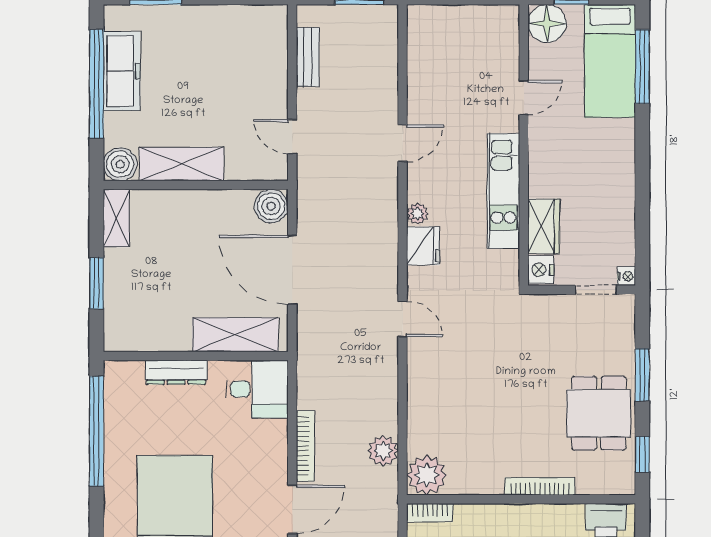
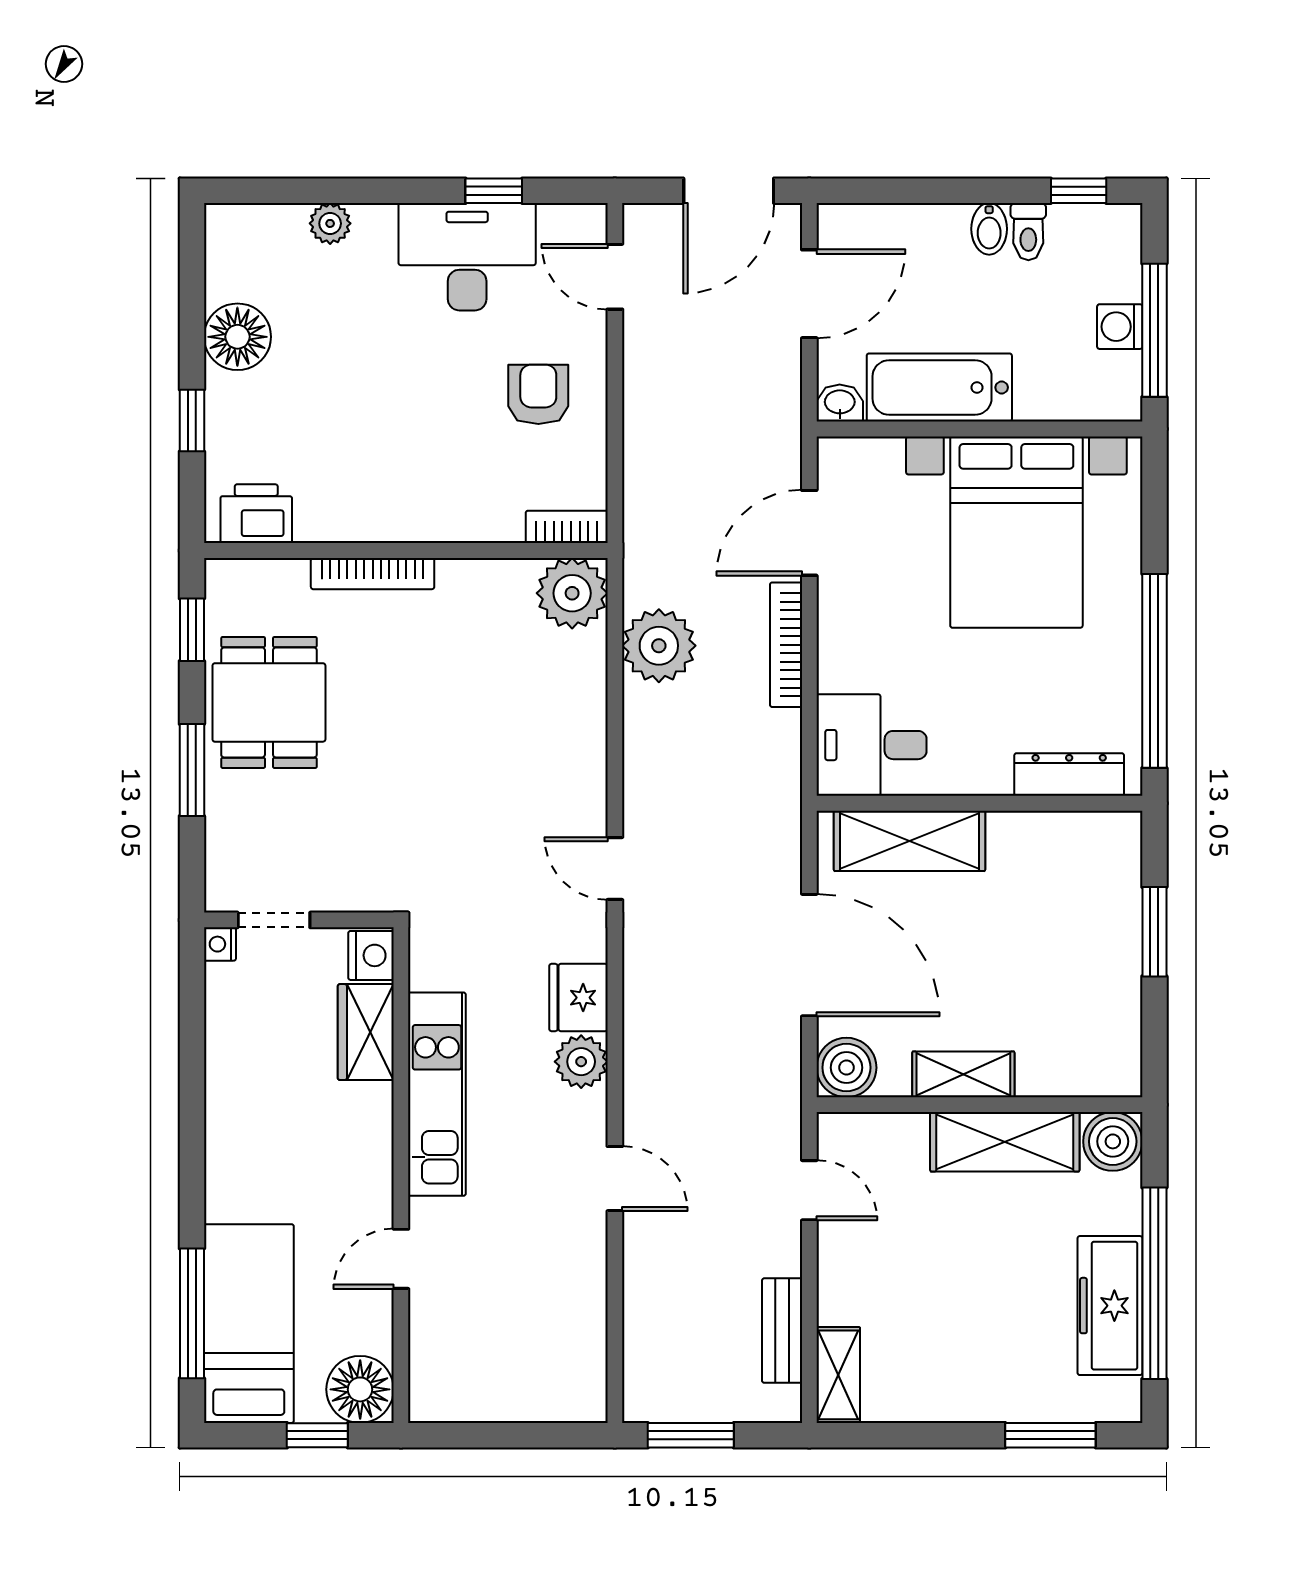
shelving: (276, 32) -> (838, 1375), added
door: (403, 143) -> (615, 1179), swing flipped
plant: (418, 214) -> (581, 1062), width x1.38, depth x1.38
shelving: (116, 218) -> (963, 1074), moved, turned 90
dresser: (176, 372) -> (1069, 775), moved
plant: (383, 451) -> (659, 646), width x1.36, depth x1.36

